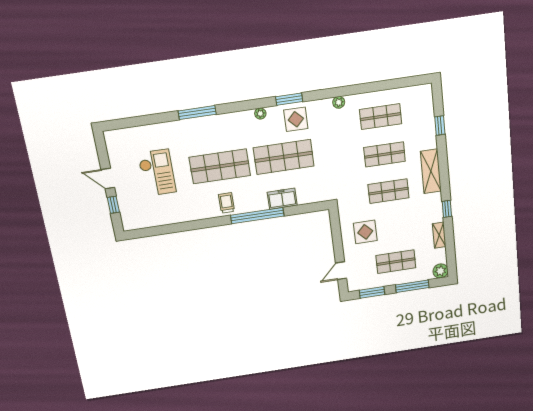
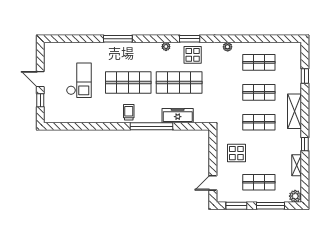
freezer: (282, 199) -> (178, 116), width x1.40

